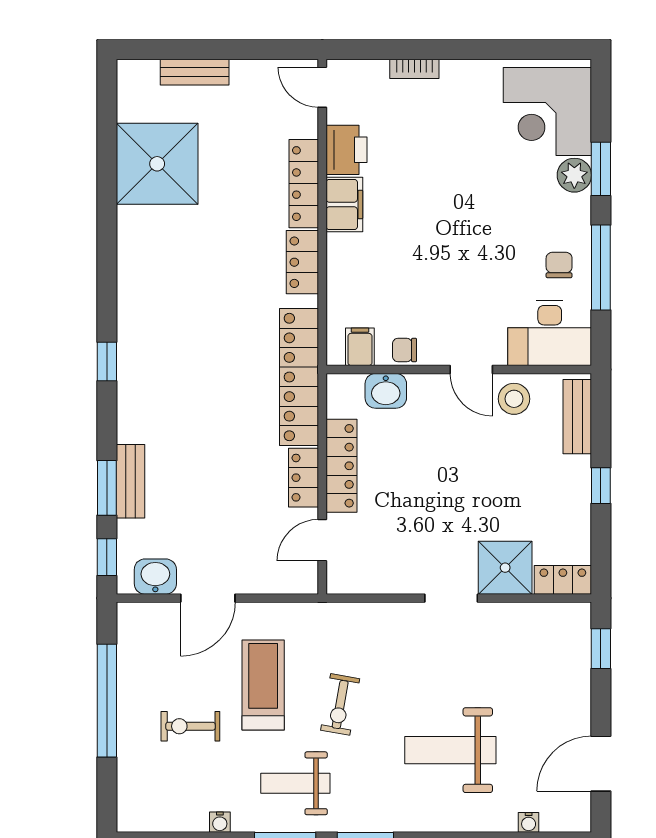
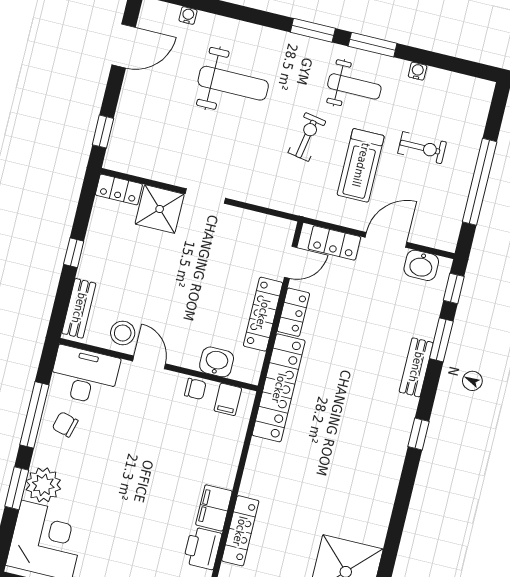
plant: (574, 175) -> (43, 485), width x1.36, depth x1.36
locker: (302, 262) -> (334, 243), moved, turned 90
chair: (559, 265) -> (65, 424), turned 105
bench: (131, 481) -> (416, 367), moved

